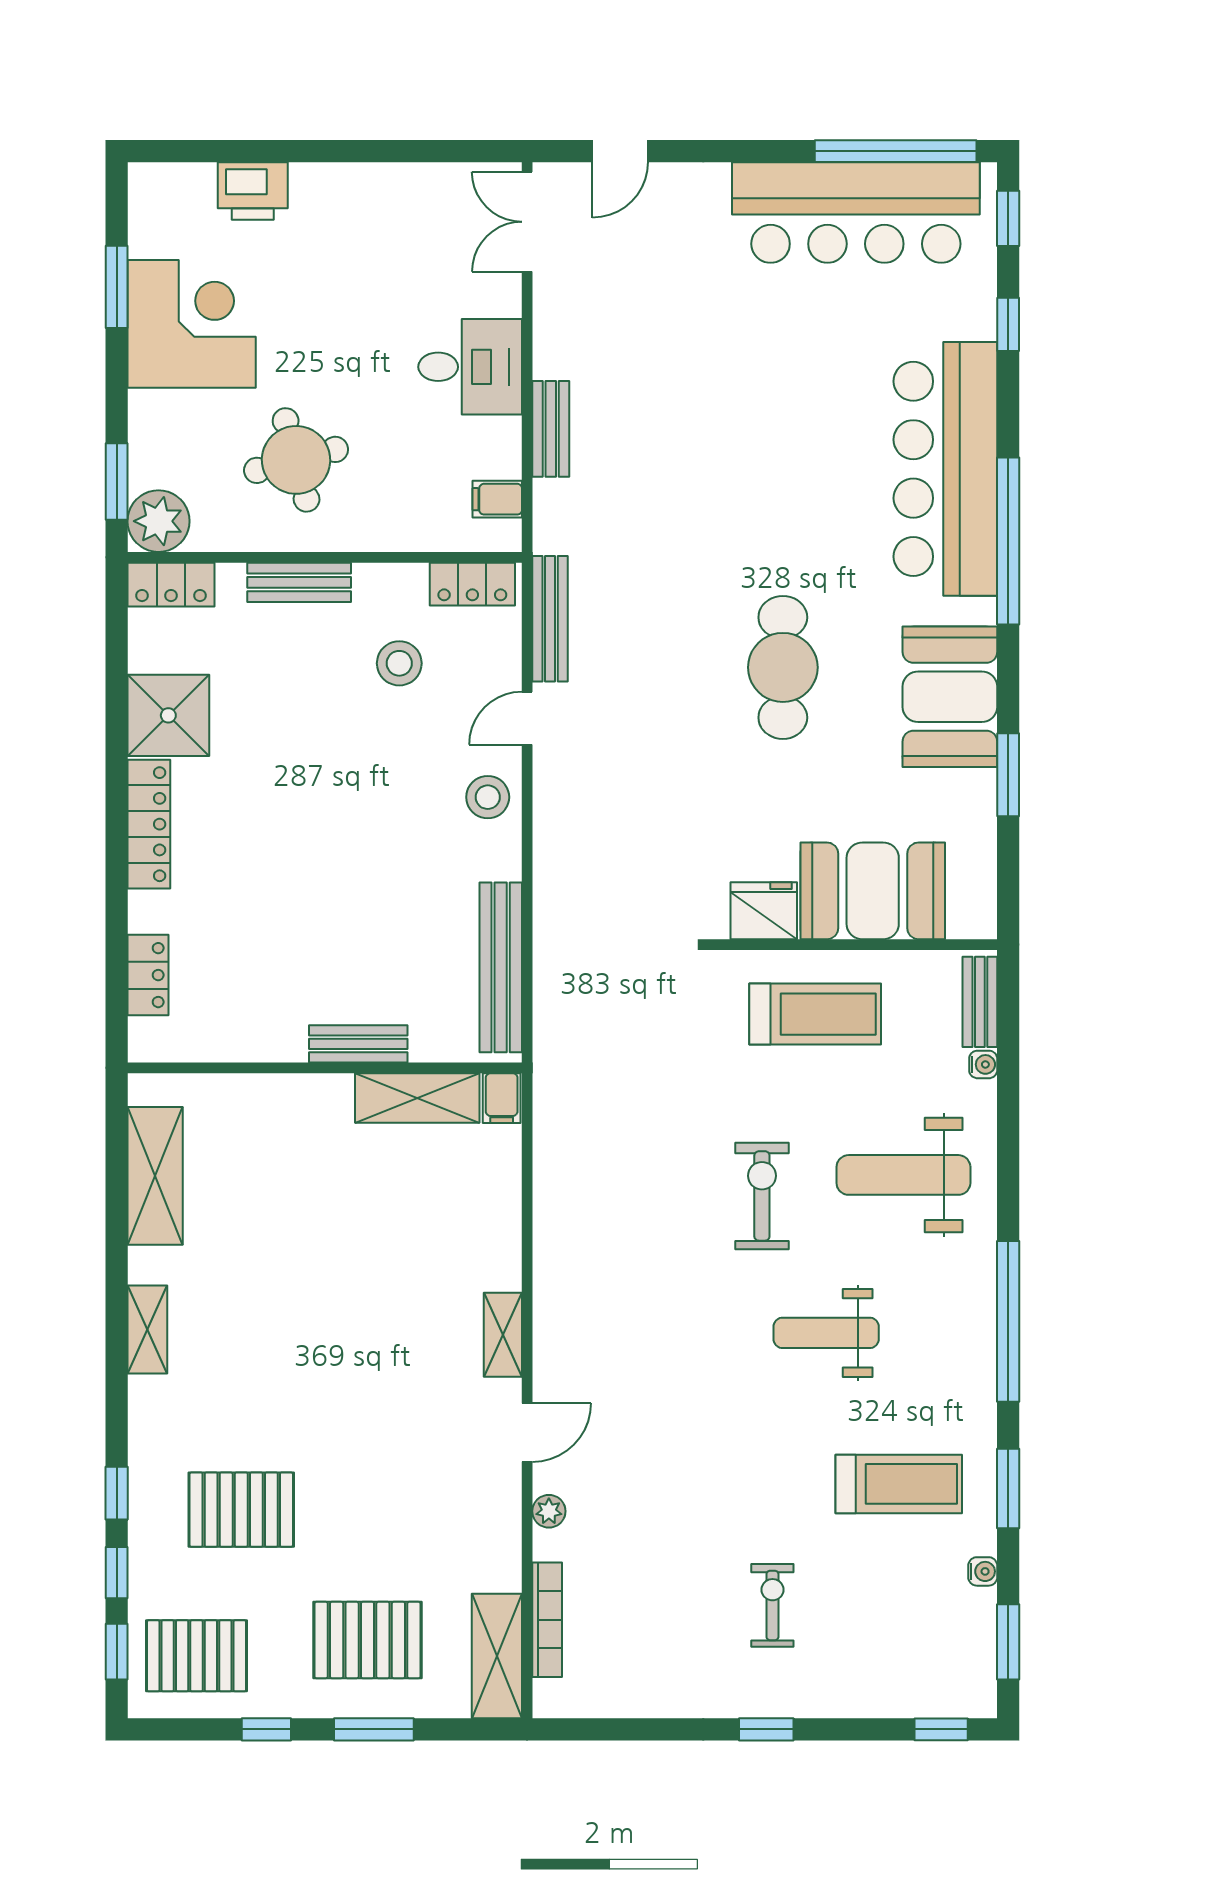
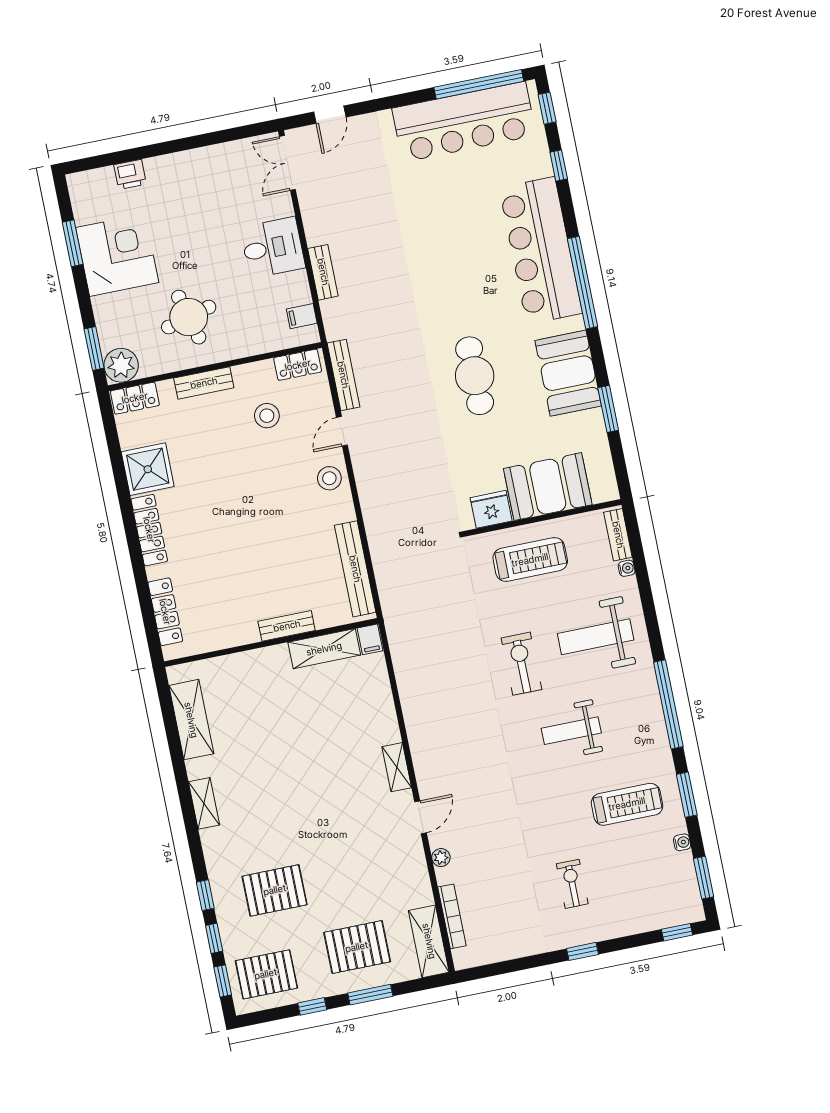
printer: (253, 191) -> (130, 174), width x0.73, depth x0.81
locker: (148, 975) -> (165, 612), width x1.53

